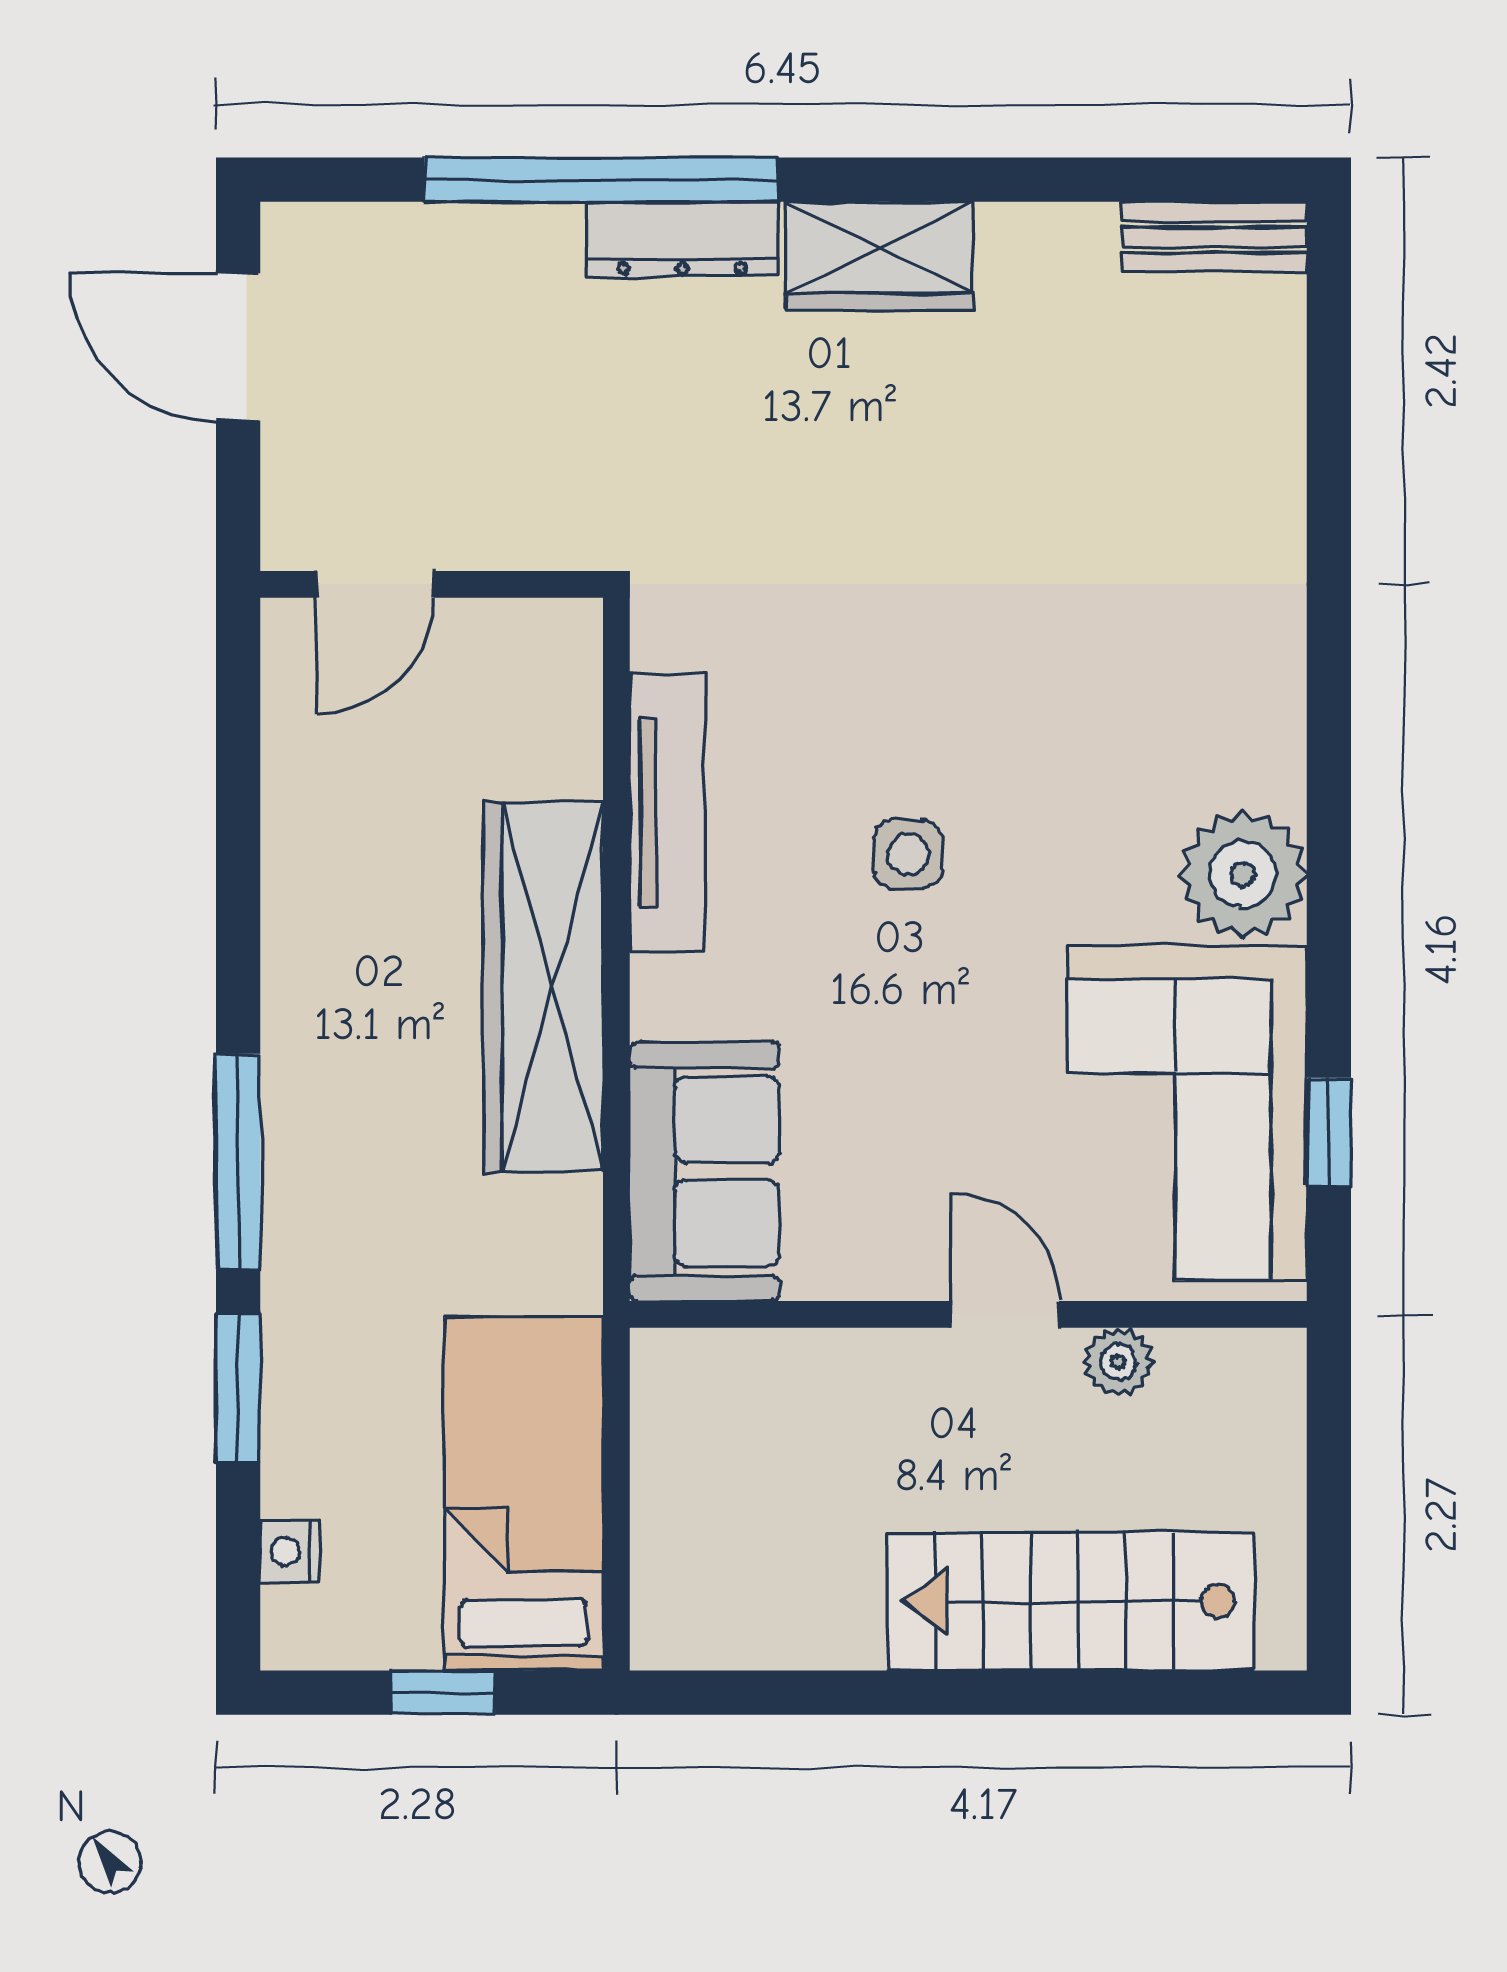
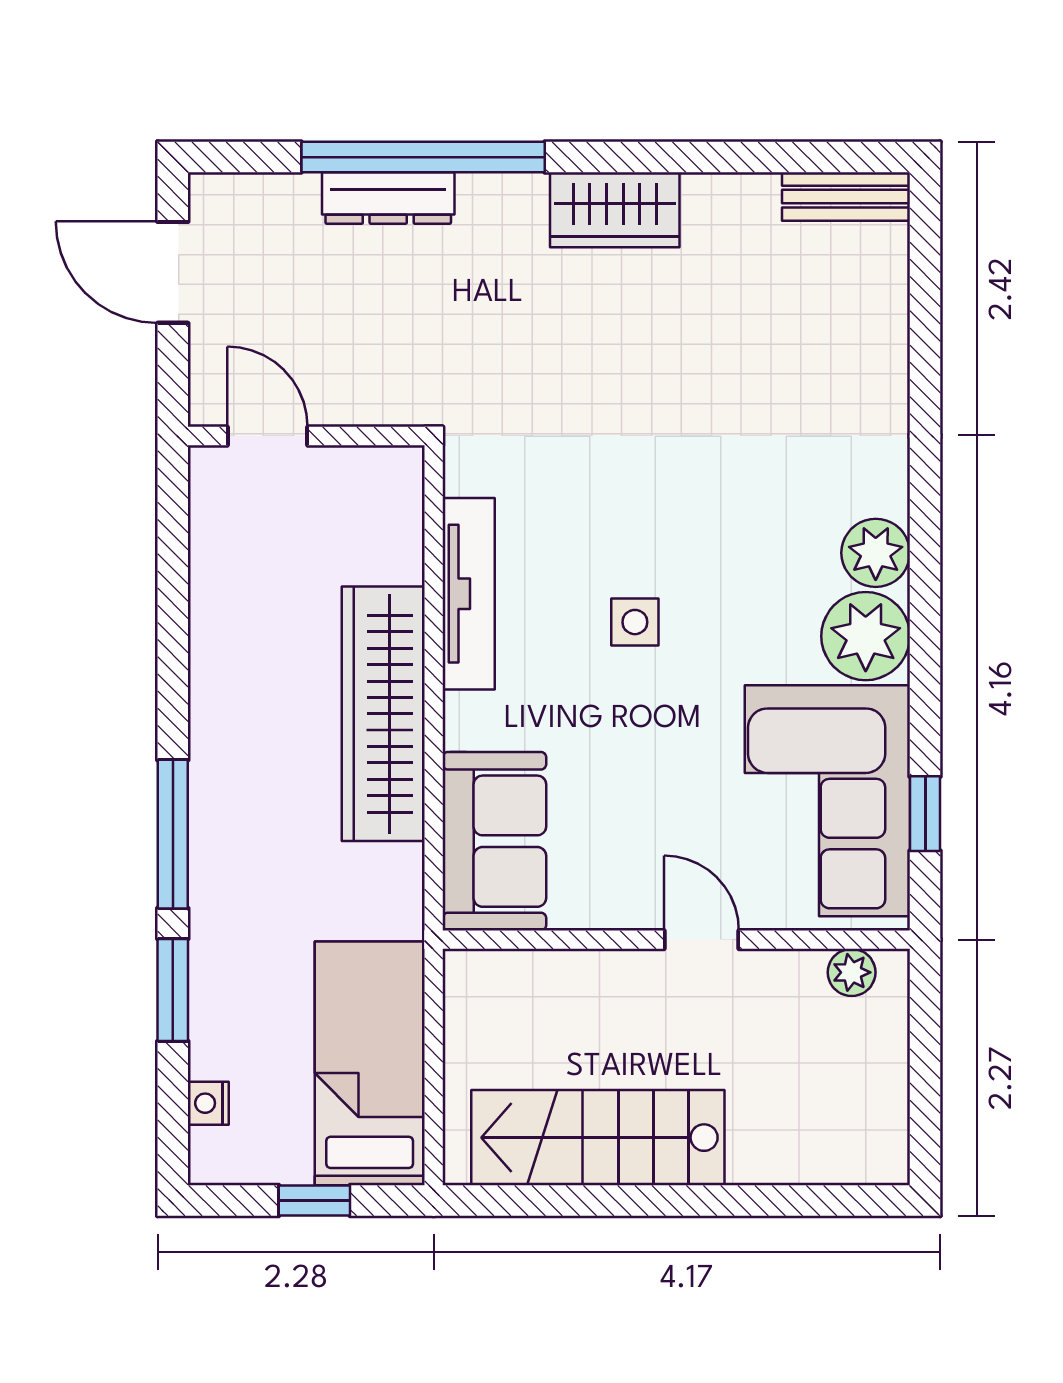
dresser: (682, 239) -> (388, 198), moved
door: (375, 584) -> (268, 436), swing flipped
plant: (1257, 754) -> (876, 553), added
plant: (1118, 1362) -> (852, 972), moved
stairs: (1071, 1601) -> (598, 1138), moved

